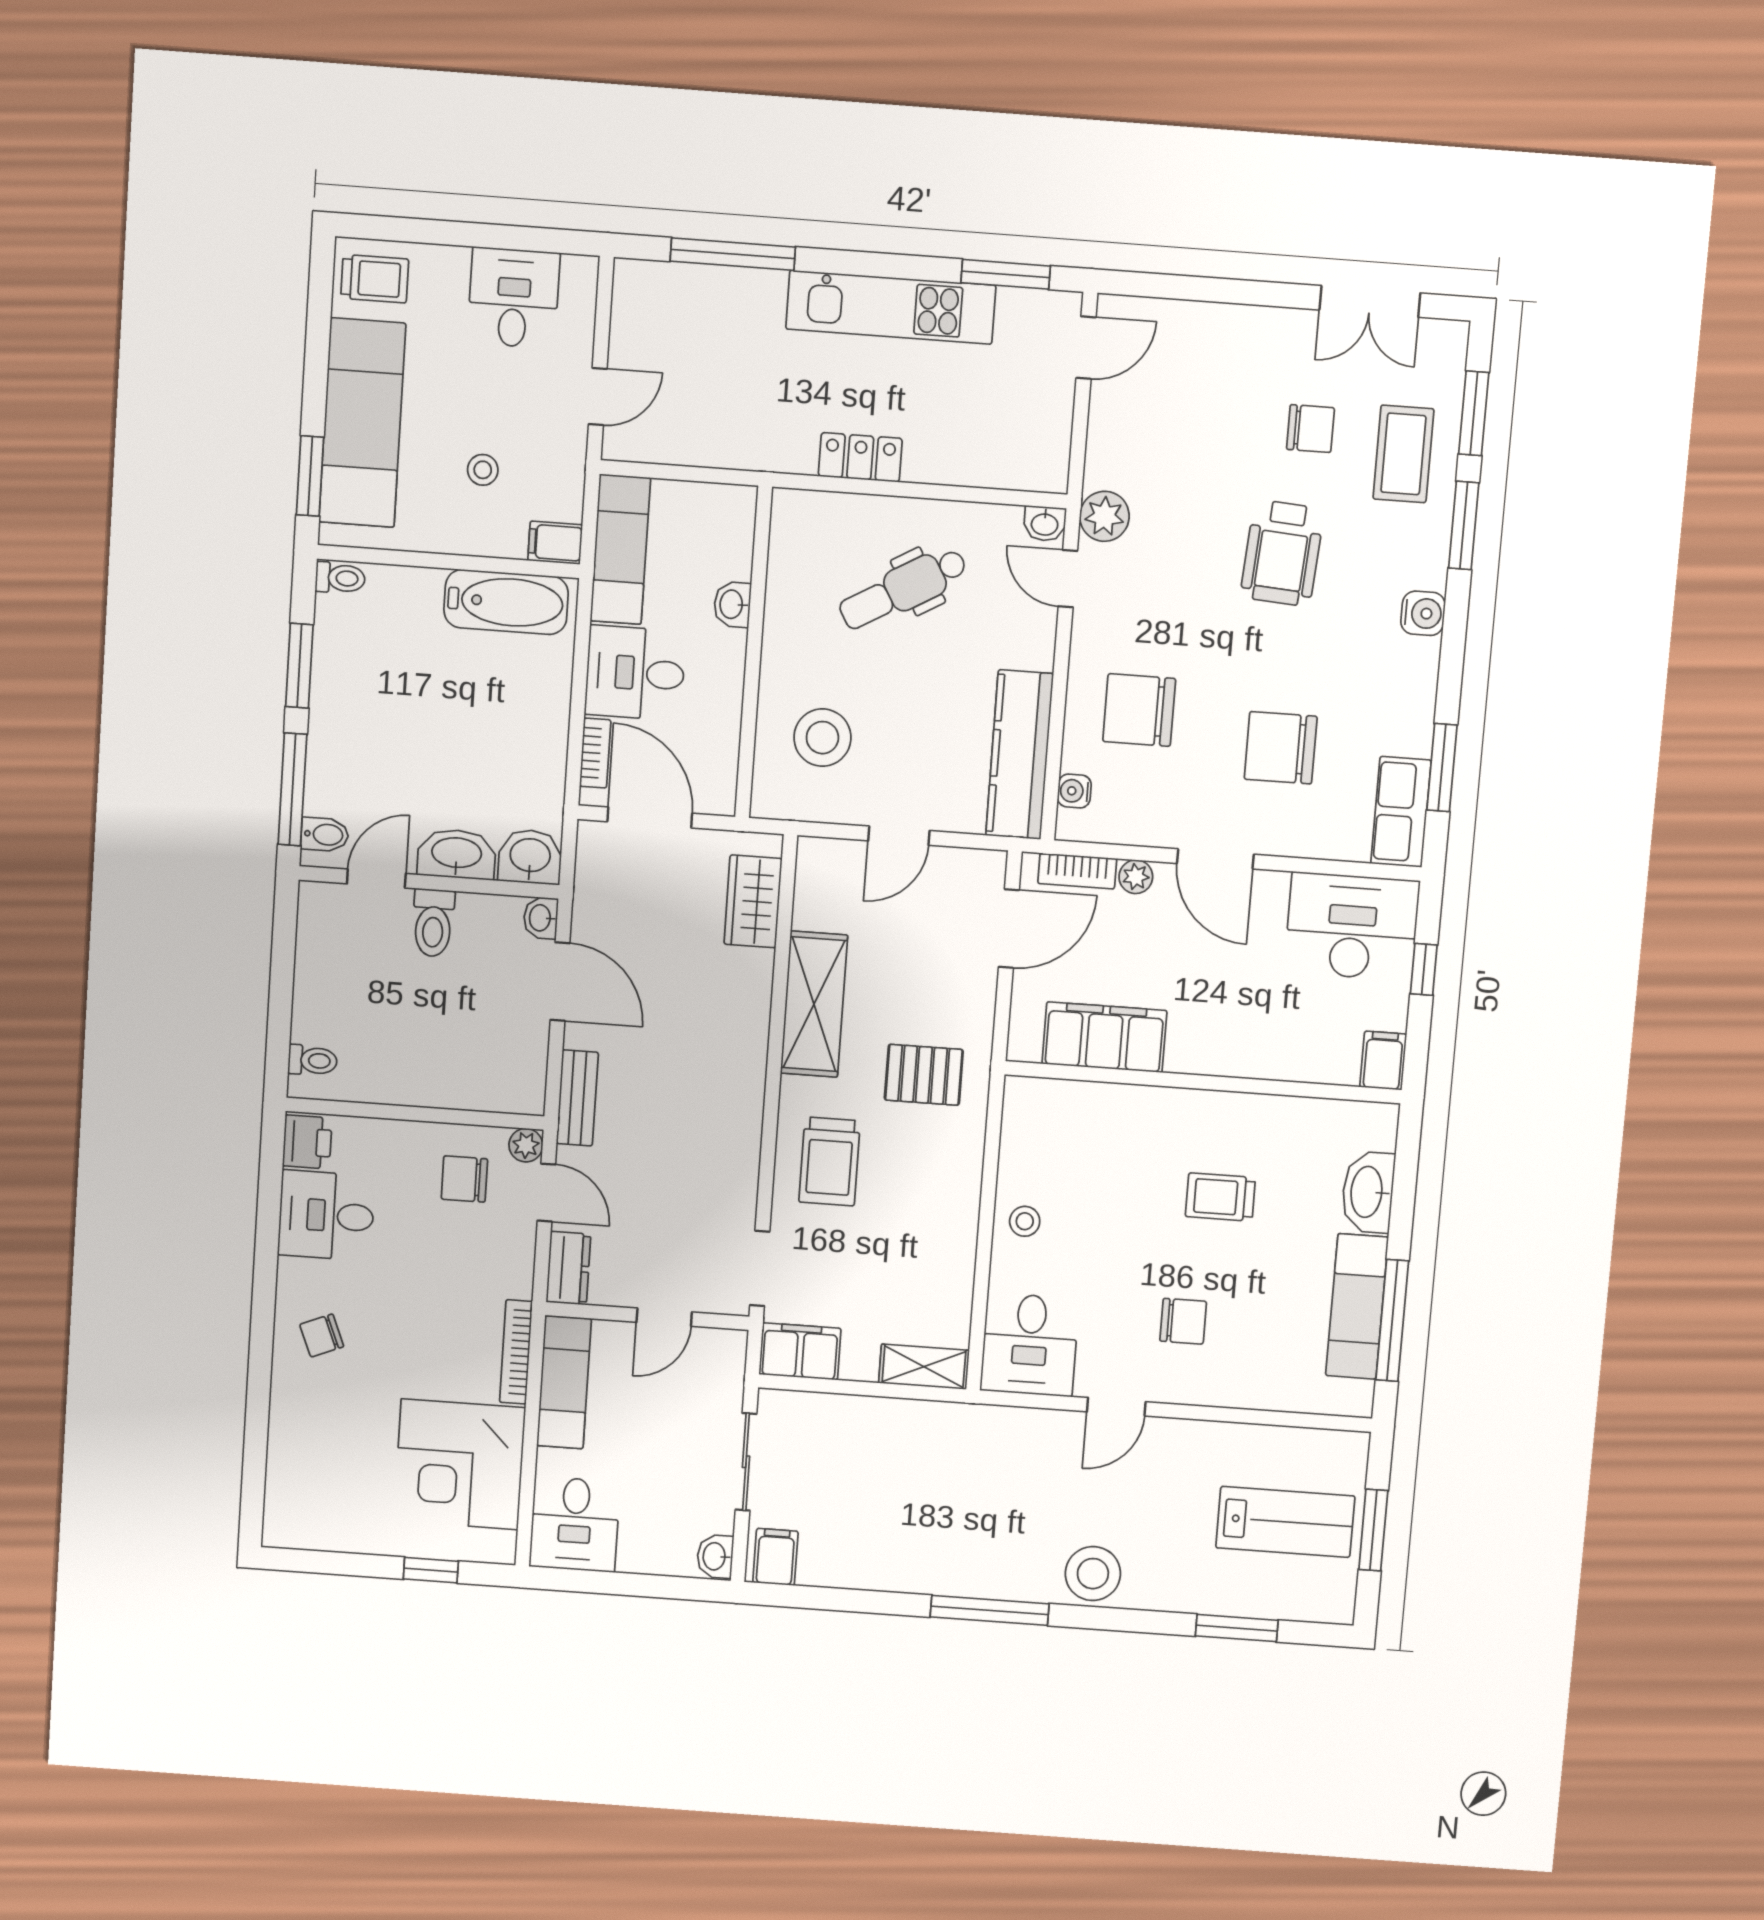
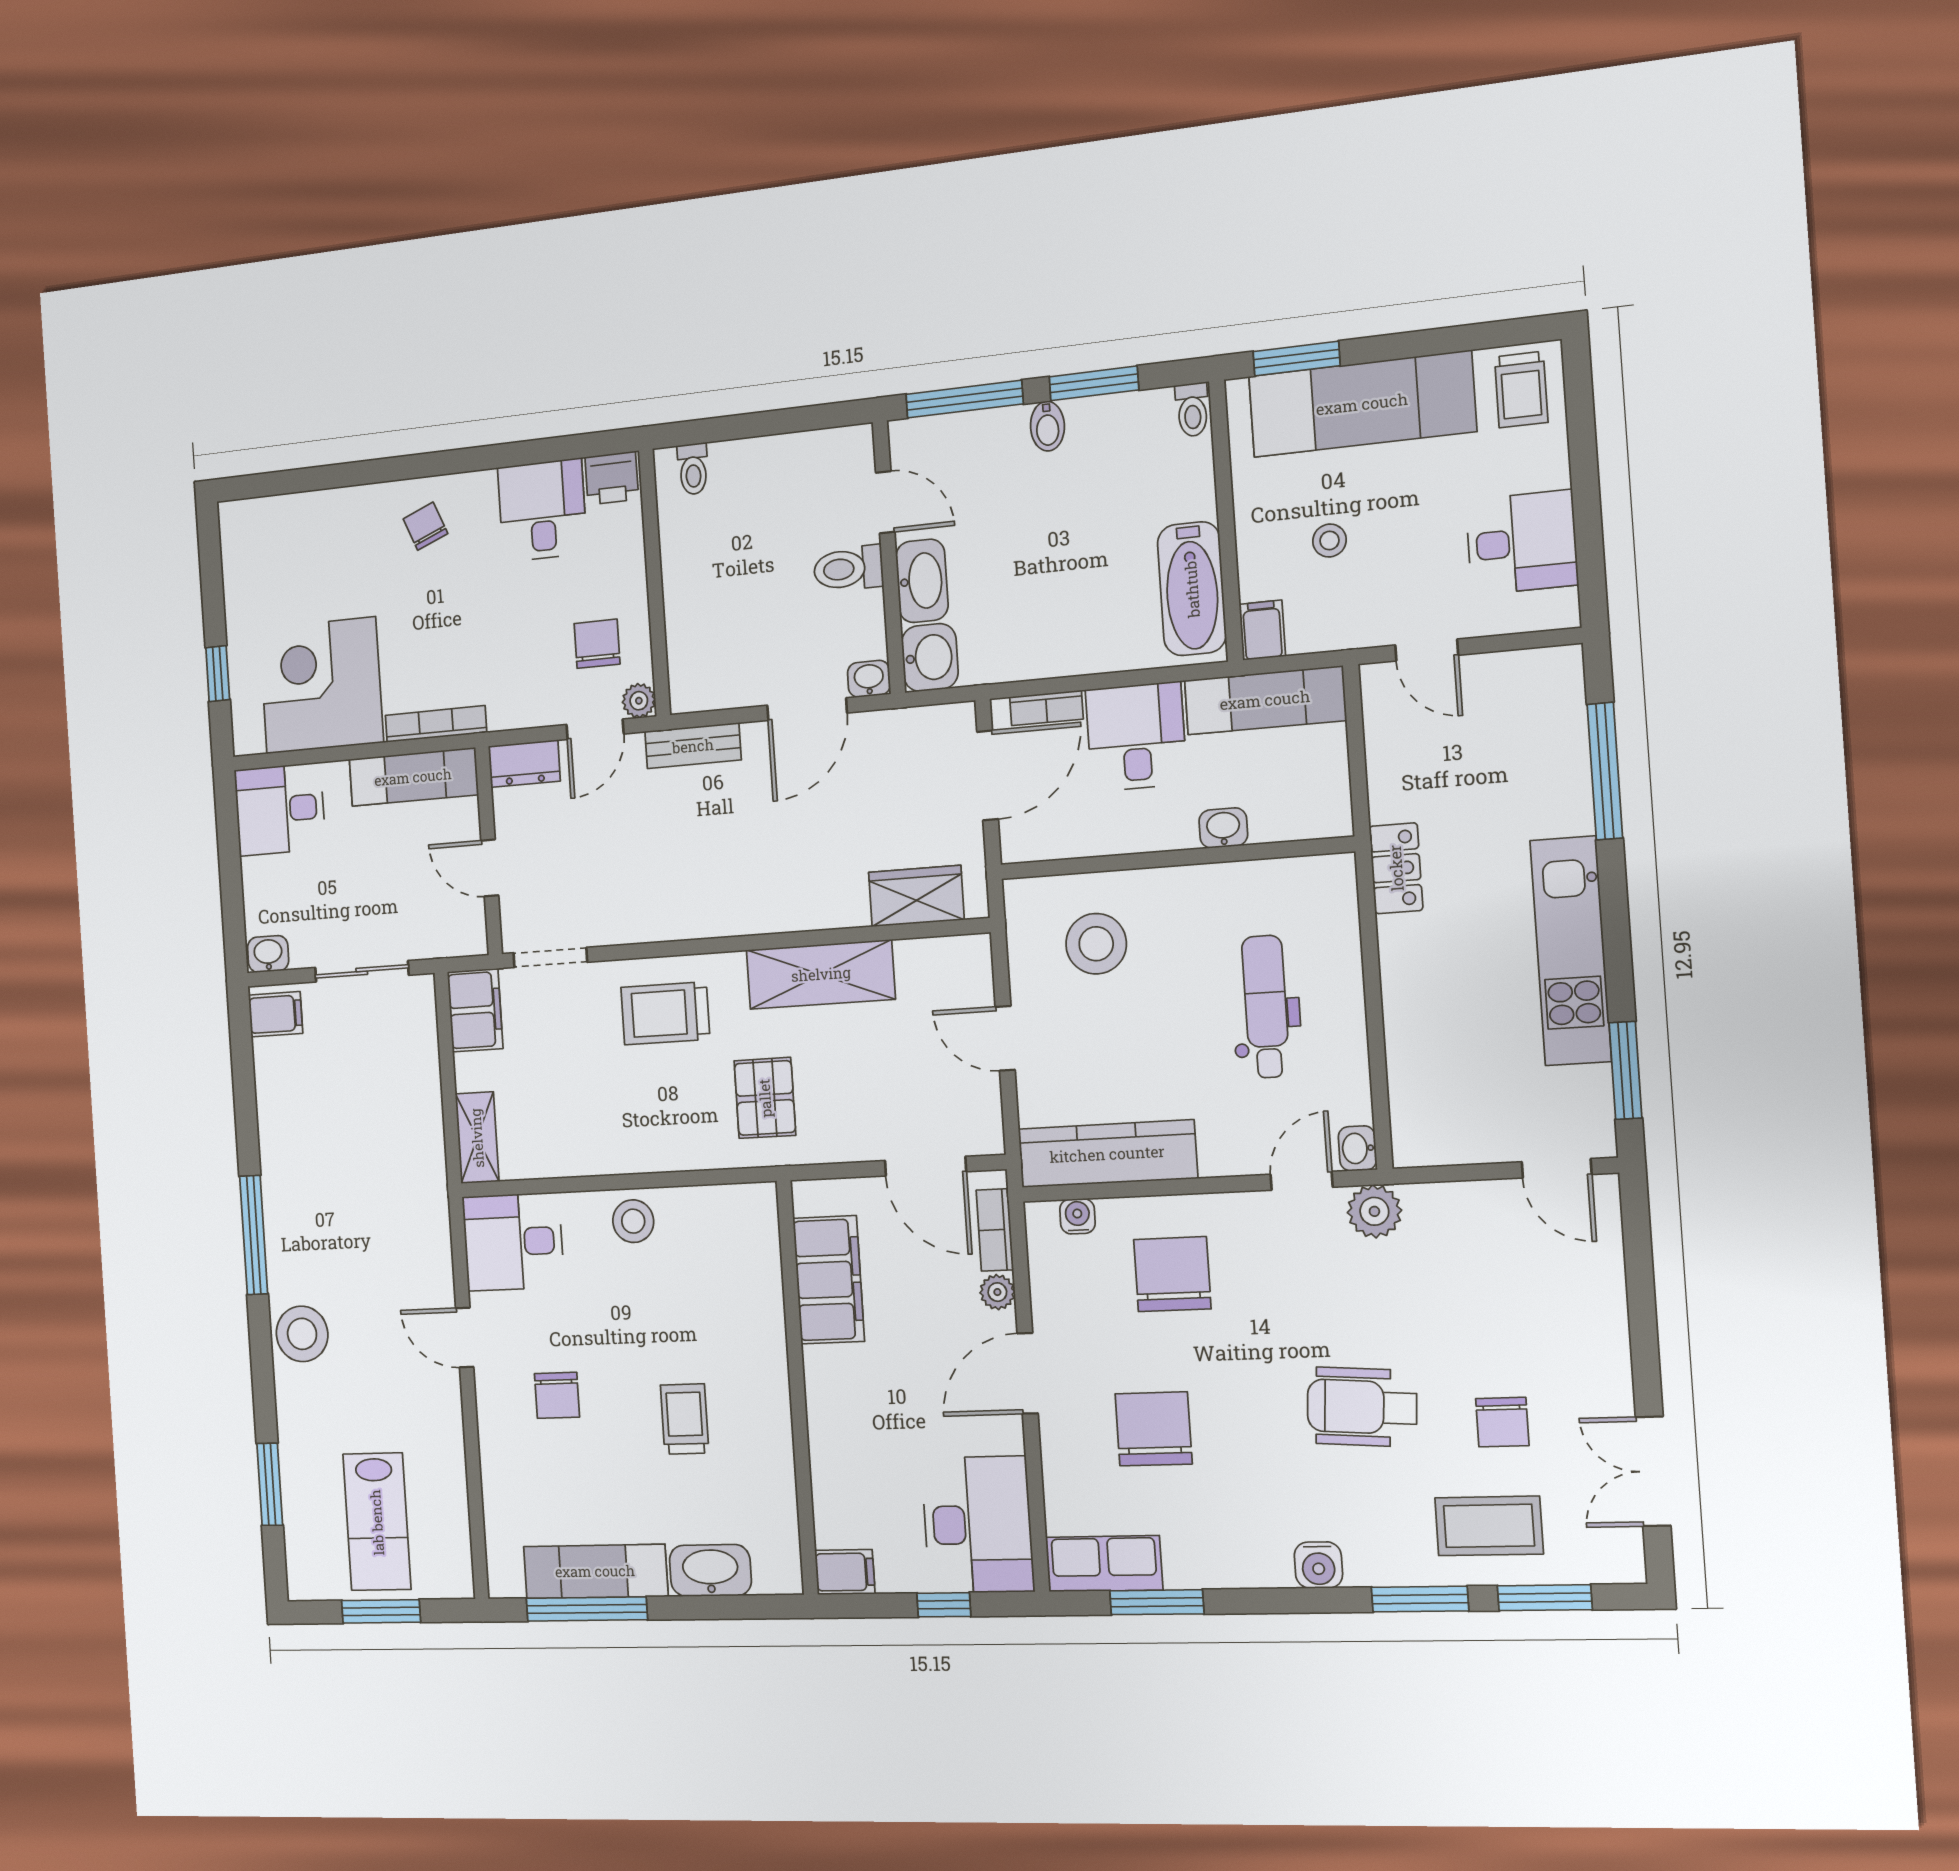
locker: (860, 457) -> (1396, 868), moved
dental chair: (903, 589) -> (1266, 1007), turned 30
bidet: (325, 835) -> (1047, 426), moved
stool: (1025, 1221) -> (633, 1221), width x1.37, depth x1.37

